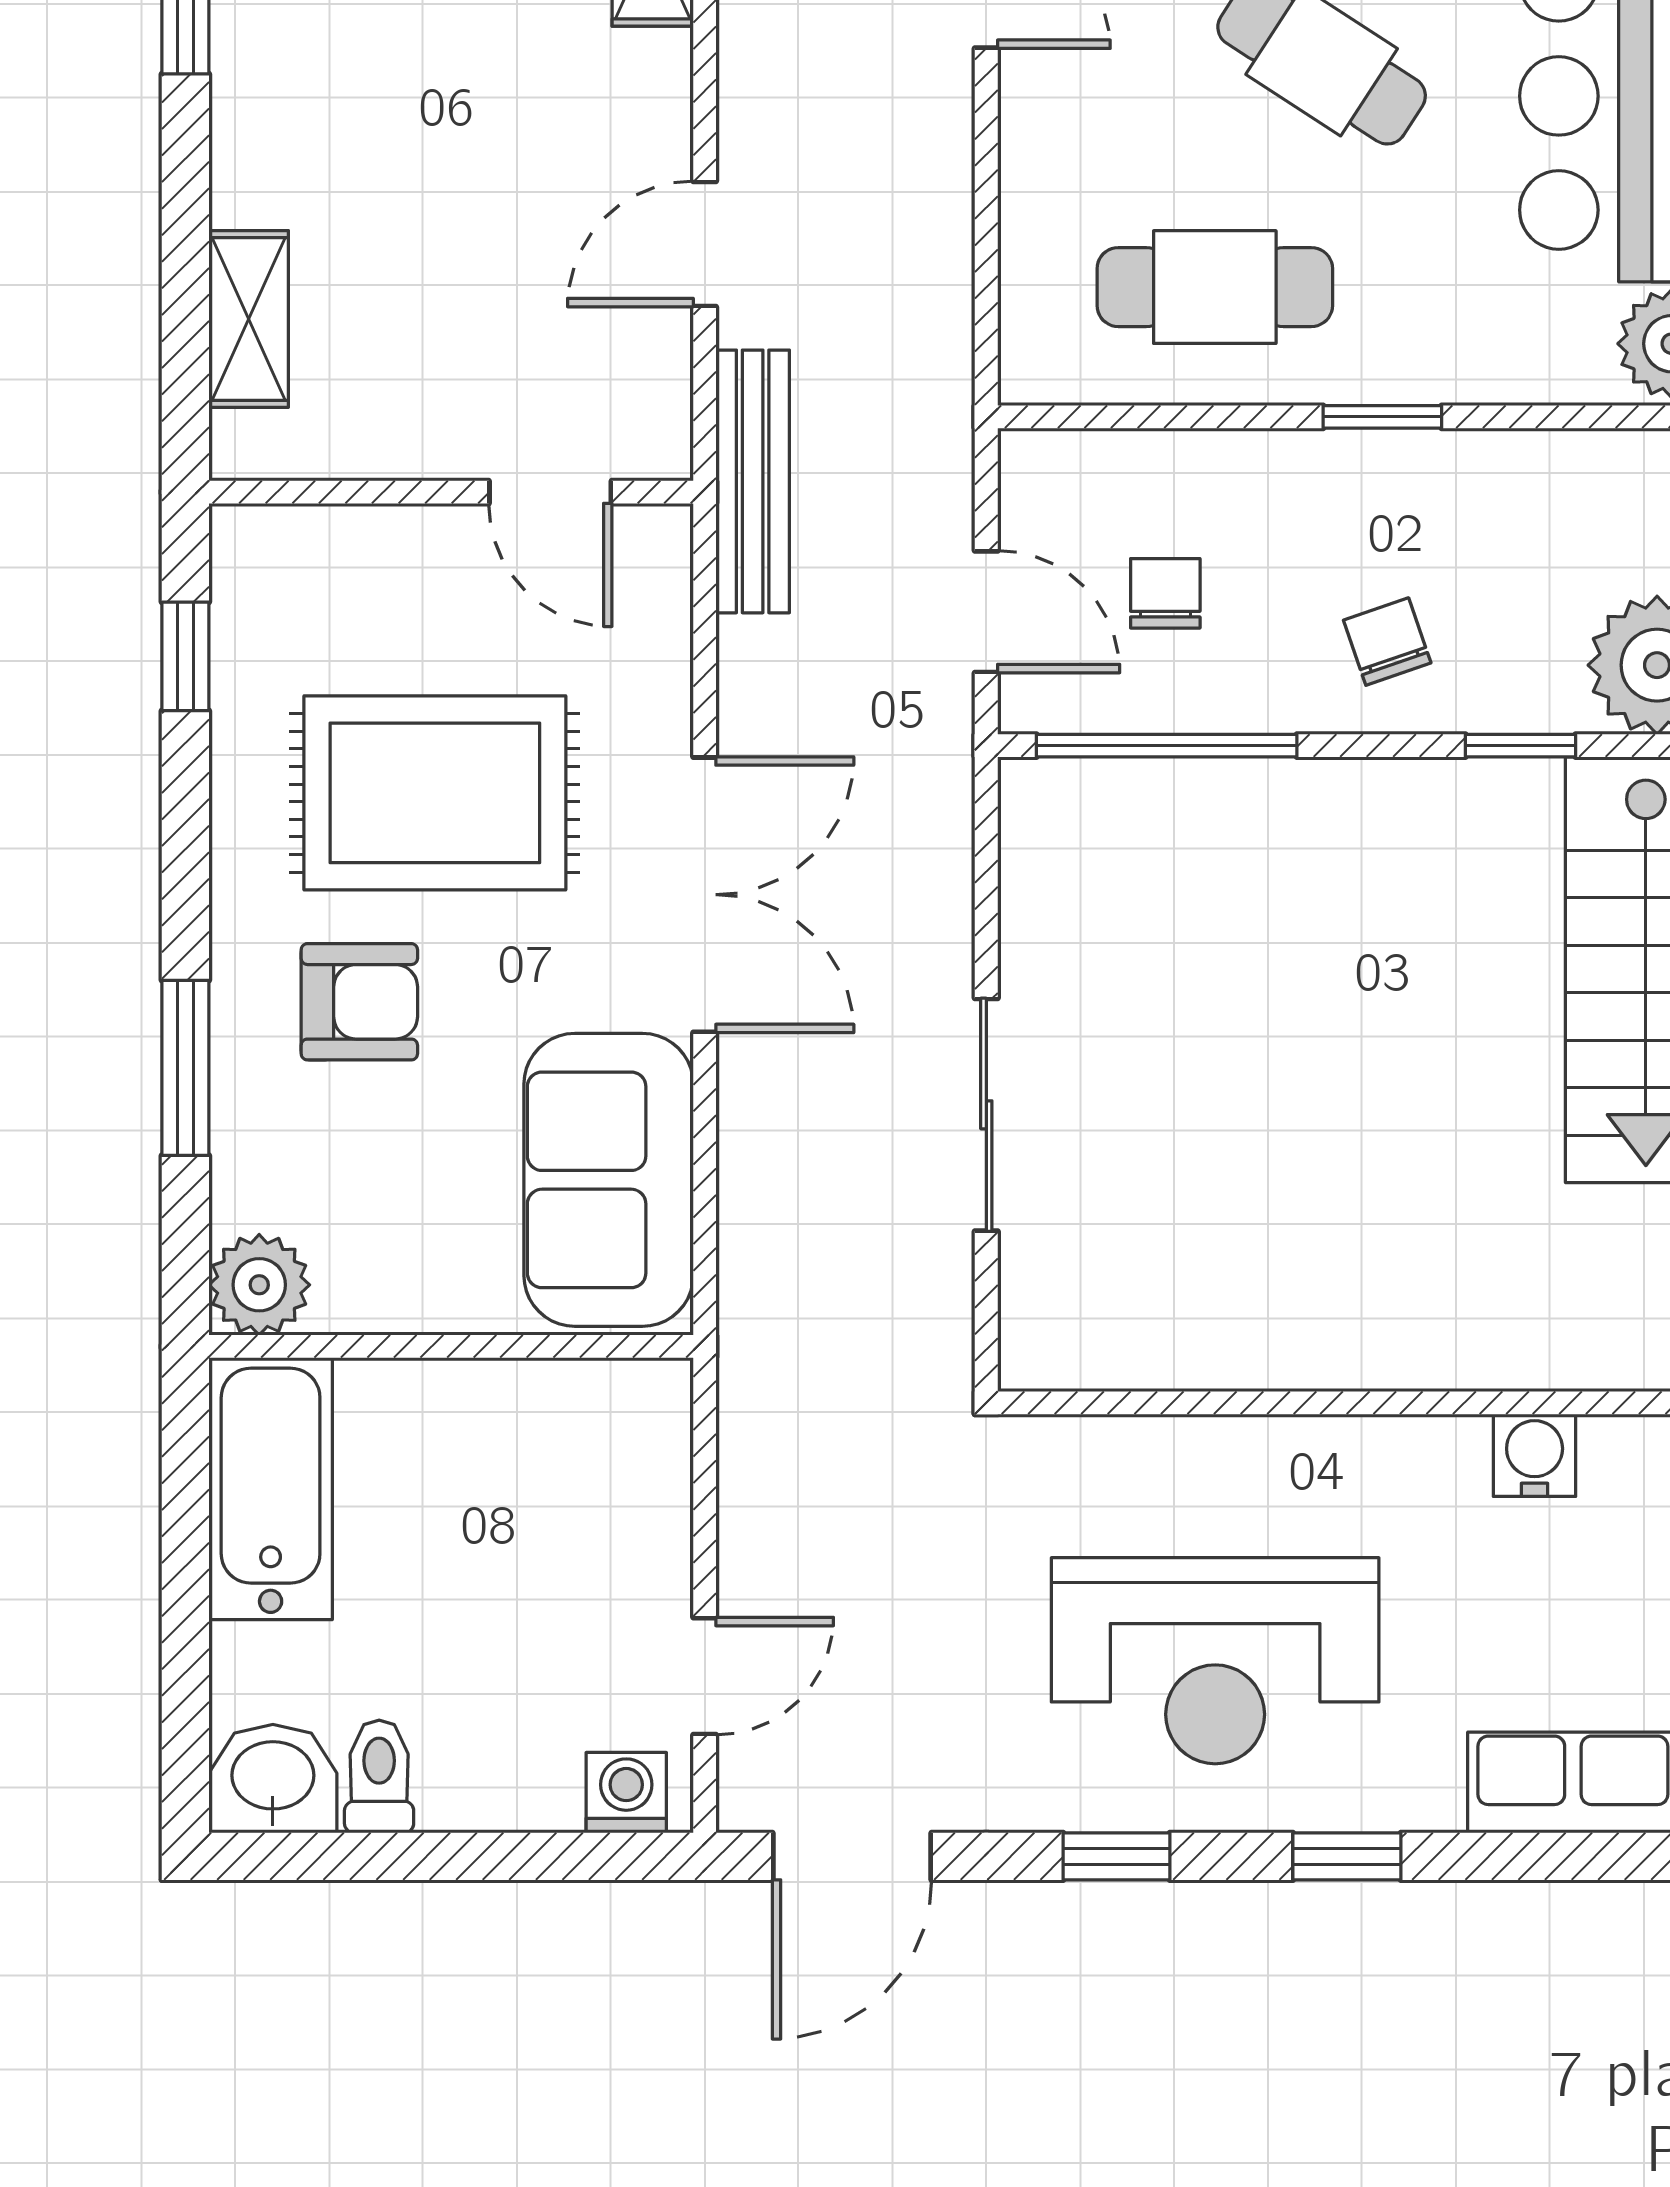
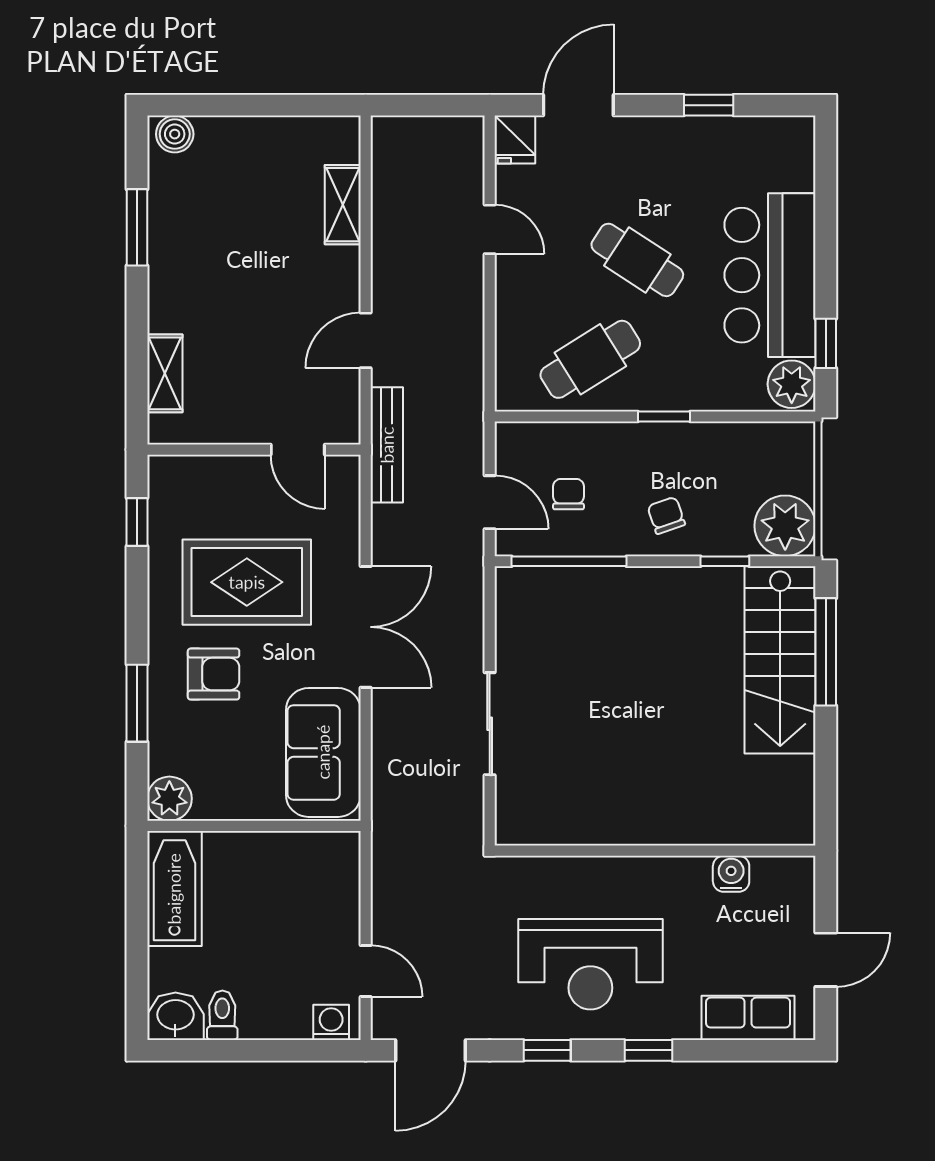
cafe table: (1215, 287) -> (590, 359), turned -32
door: (705, 1676) -> (366, 971), hinge flipped

